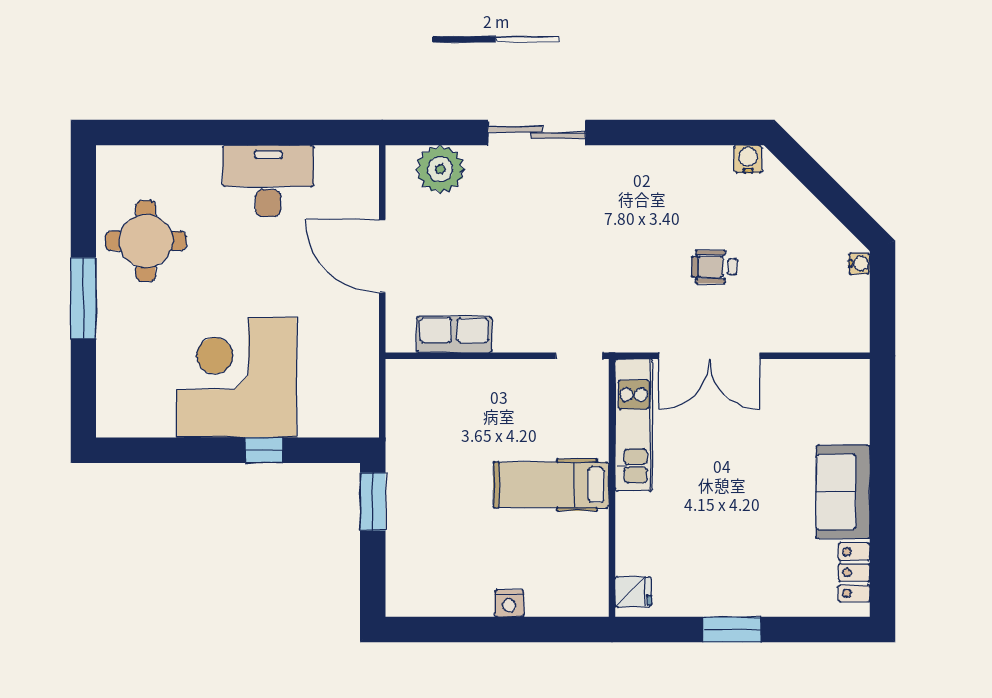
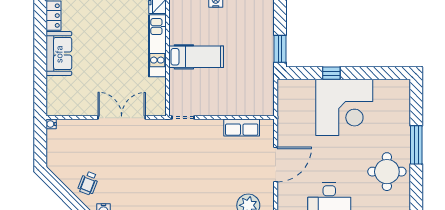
door: (382, 256) -> (276, 164), hinge flipped
water cooler: (859, 264) -> (51, 124), moved
wheelchair: (714, 267) -> (88, 183), moved, turned 111
kitchen unit: (634, 425) -> (157, 46), moved

